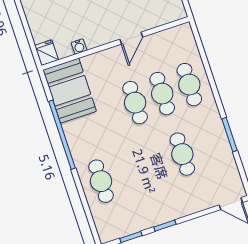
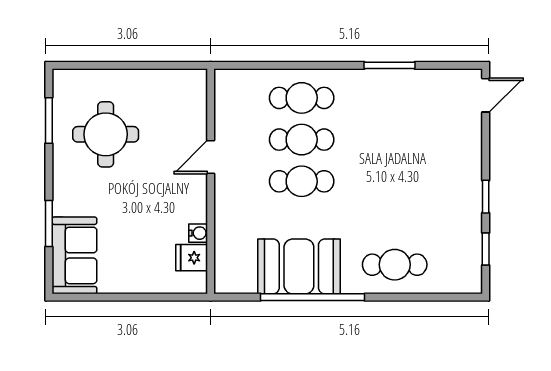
door: (131, 38) -> (211, 157), swing flipped
fridge: (47, 53) -> (192, 258), moved
booth: (70, 91) -> (299, 266), moved
cafe table: (182, 154) -> (395, 140), removed

